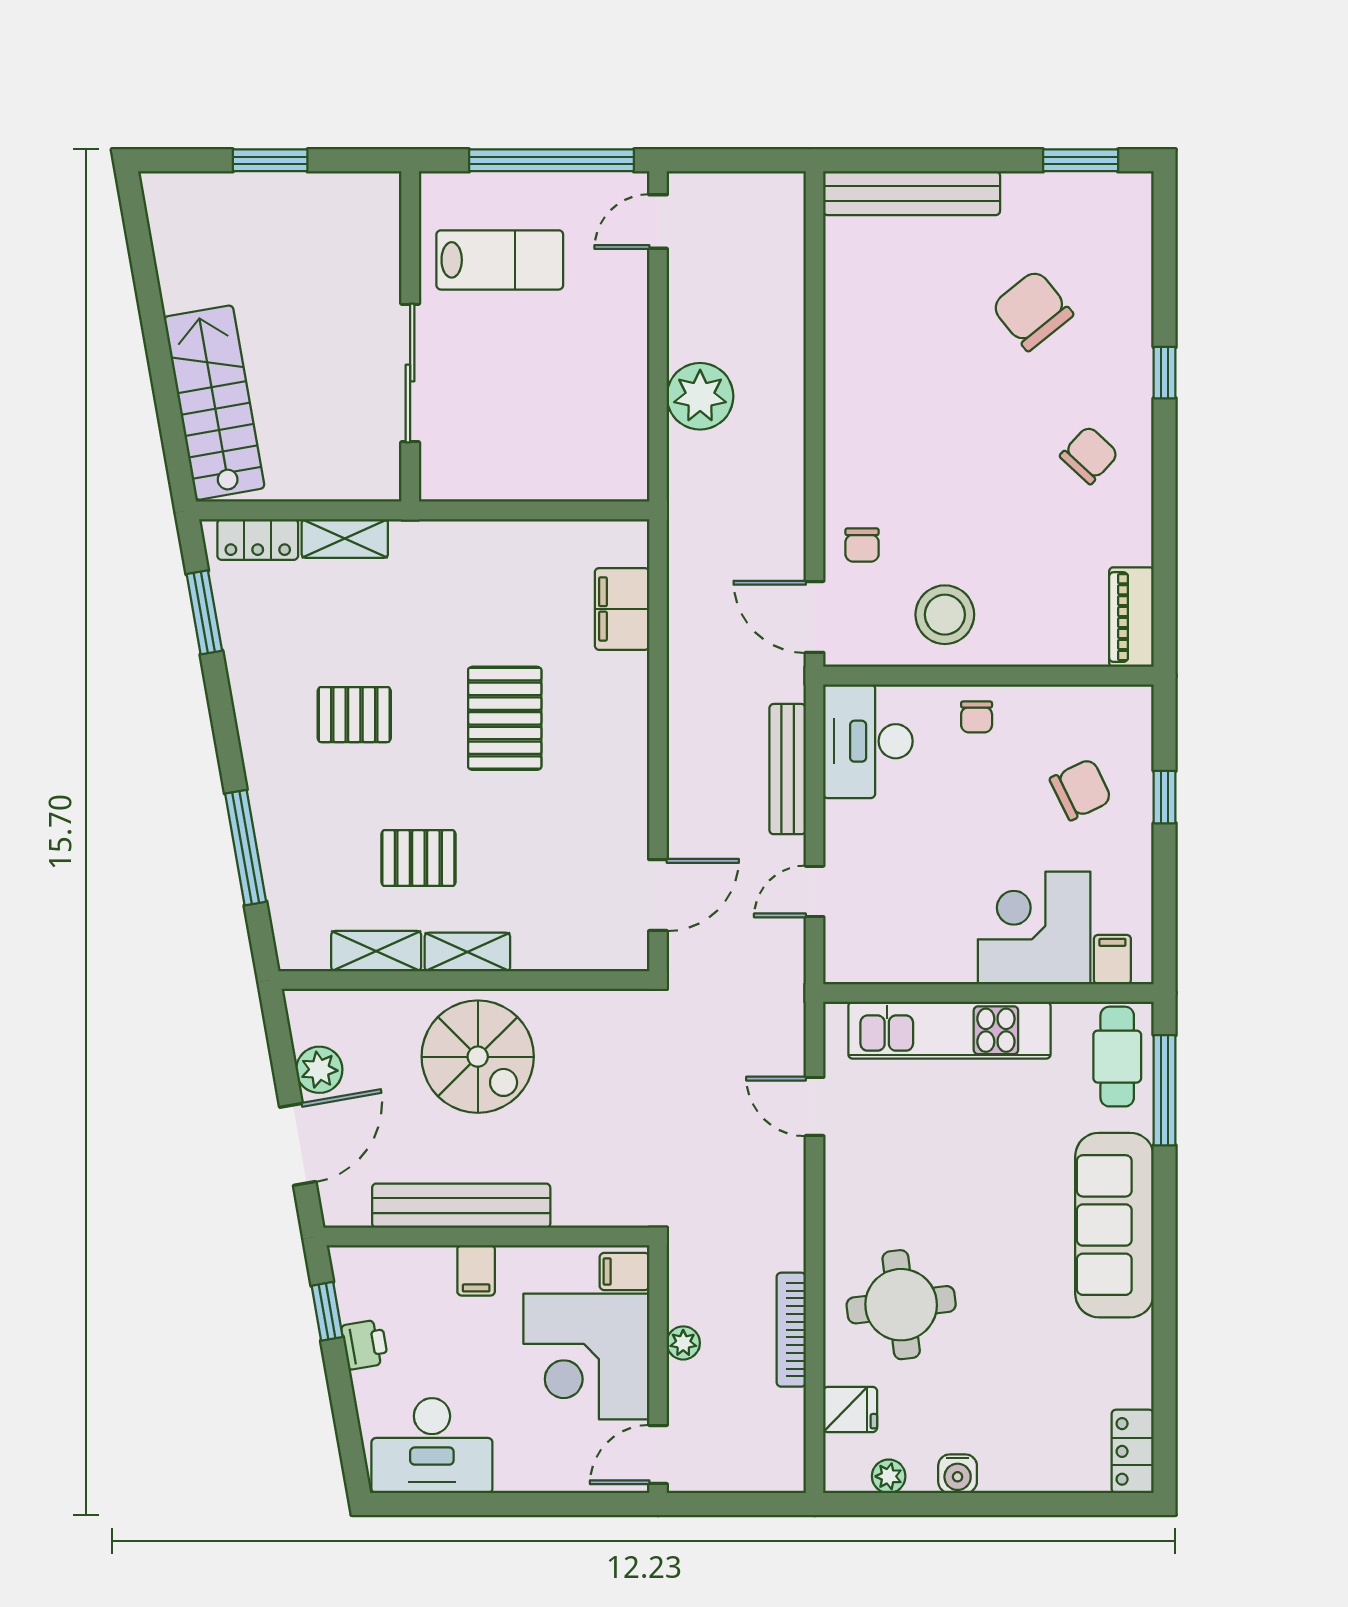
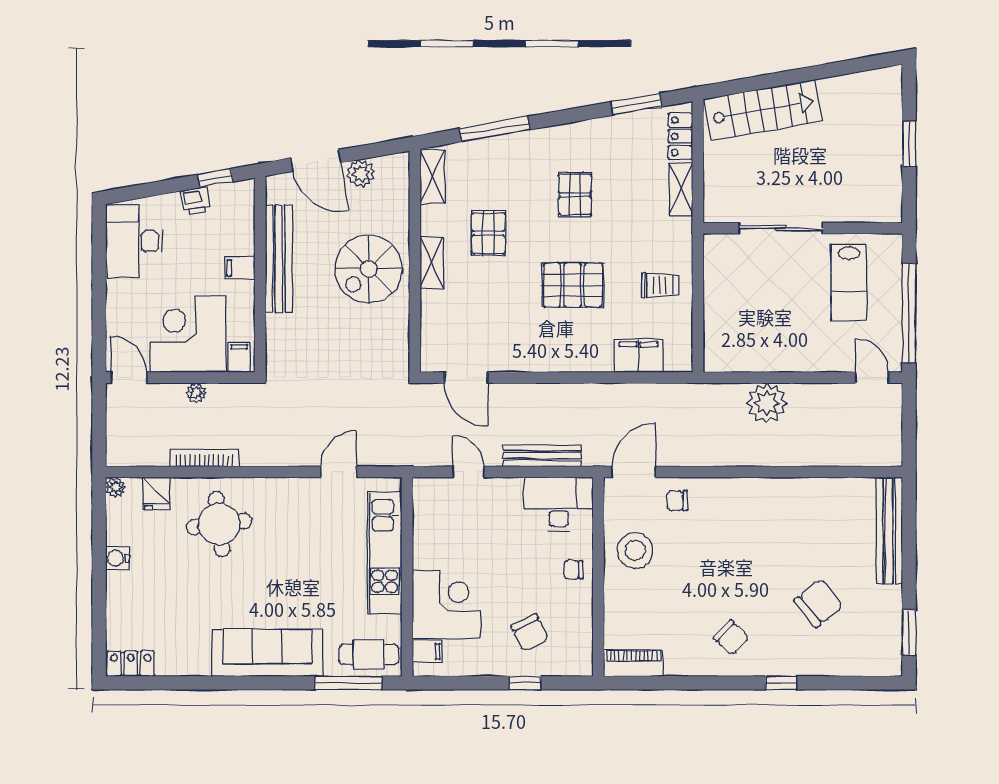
trolley: (505, 573) -> (660, 285), added
shelving: (376, 951) -> (432, 177), moved
plant: (889, 1476) -> (116, 487), moved

